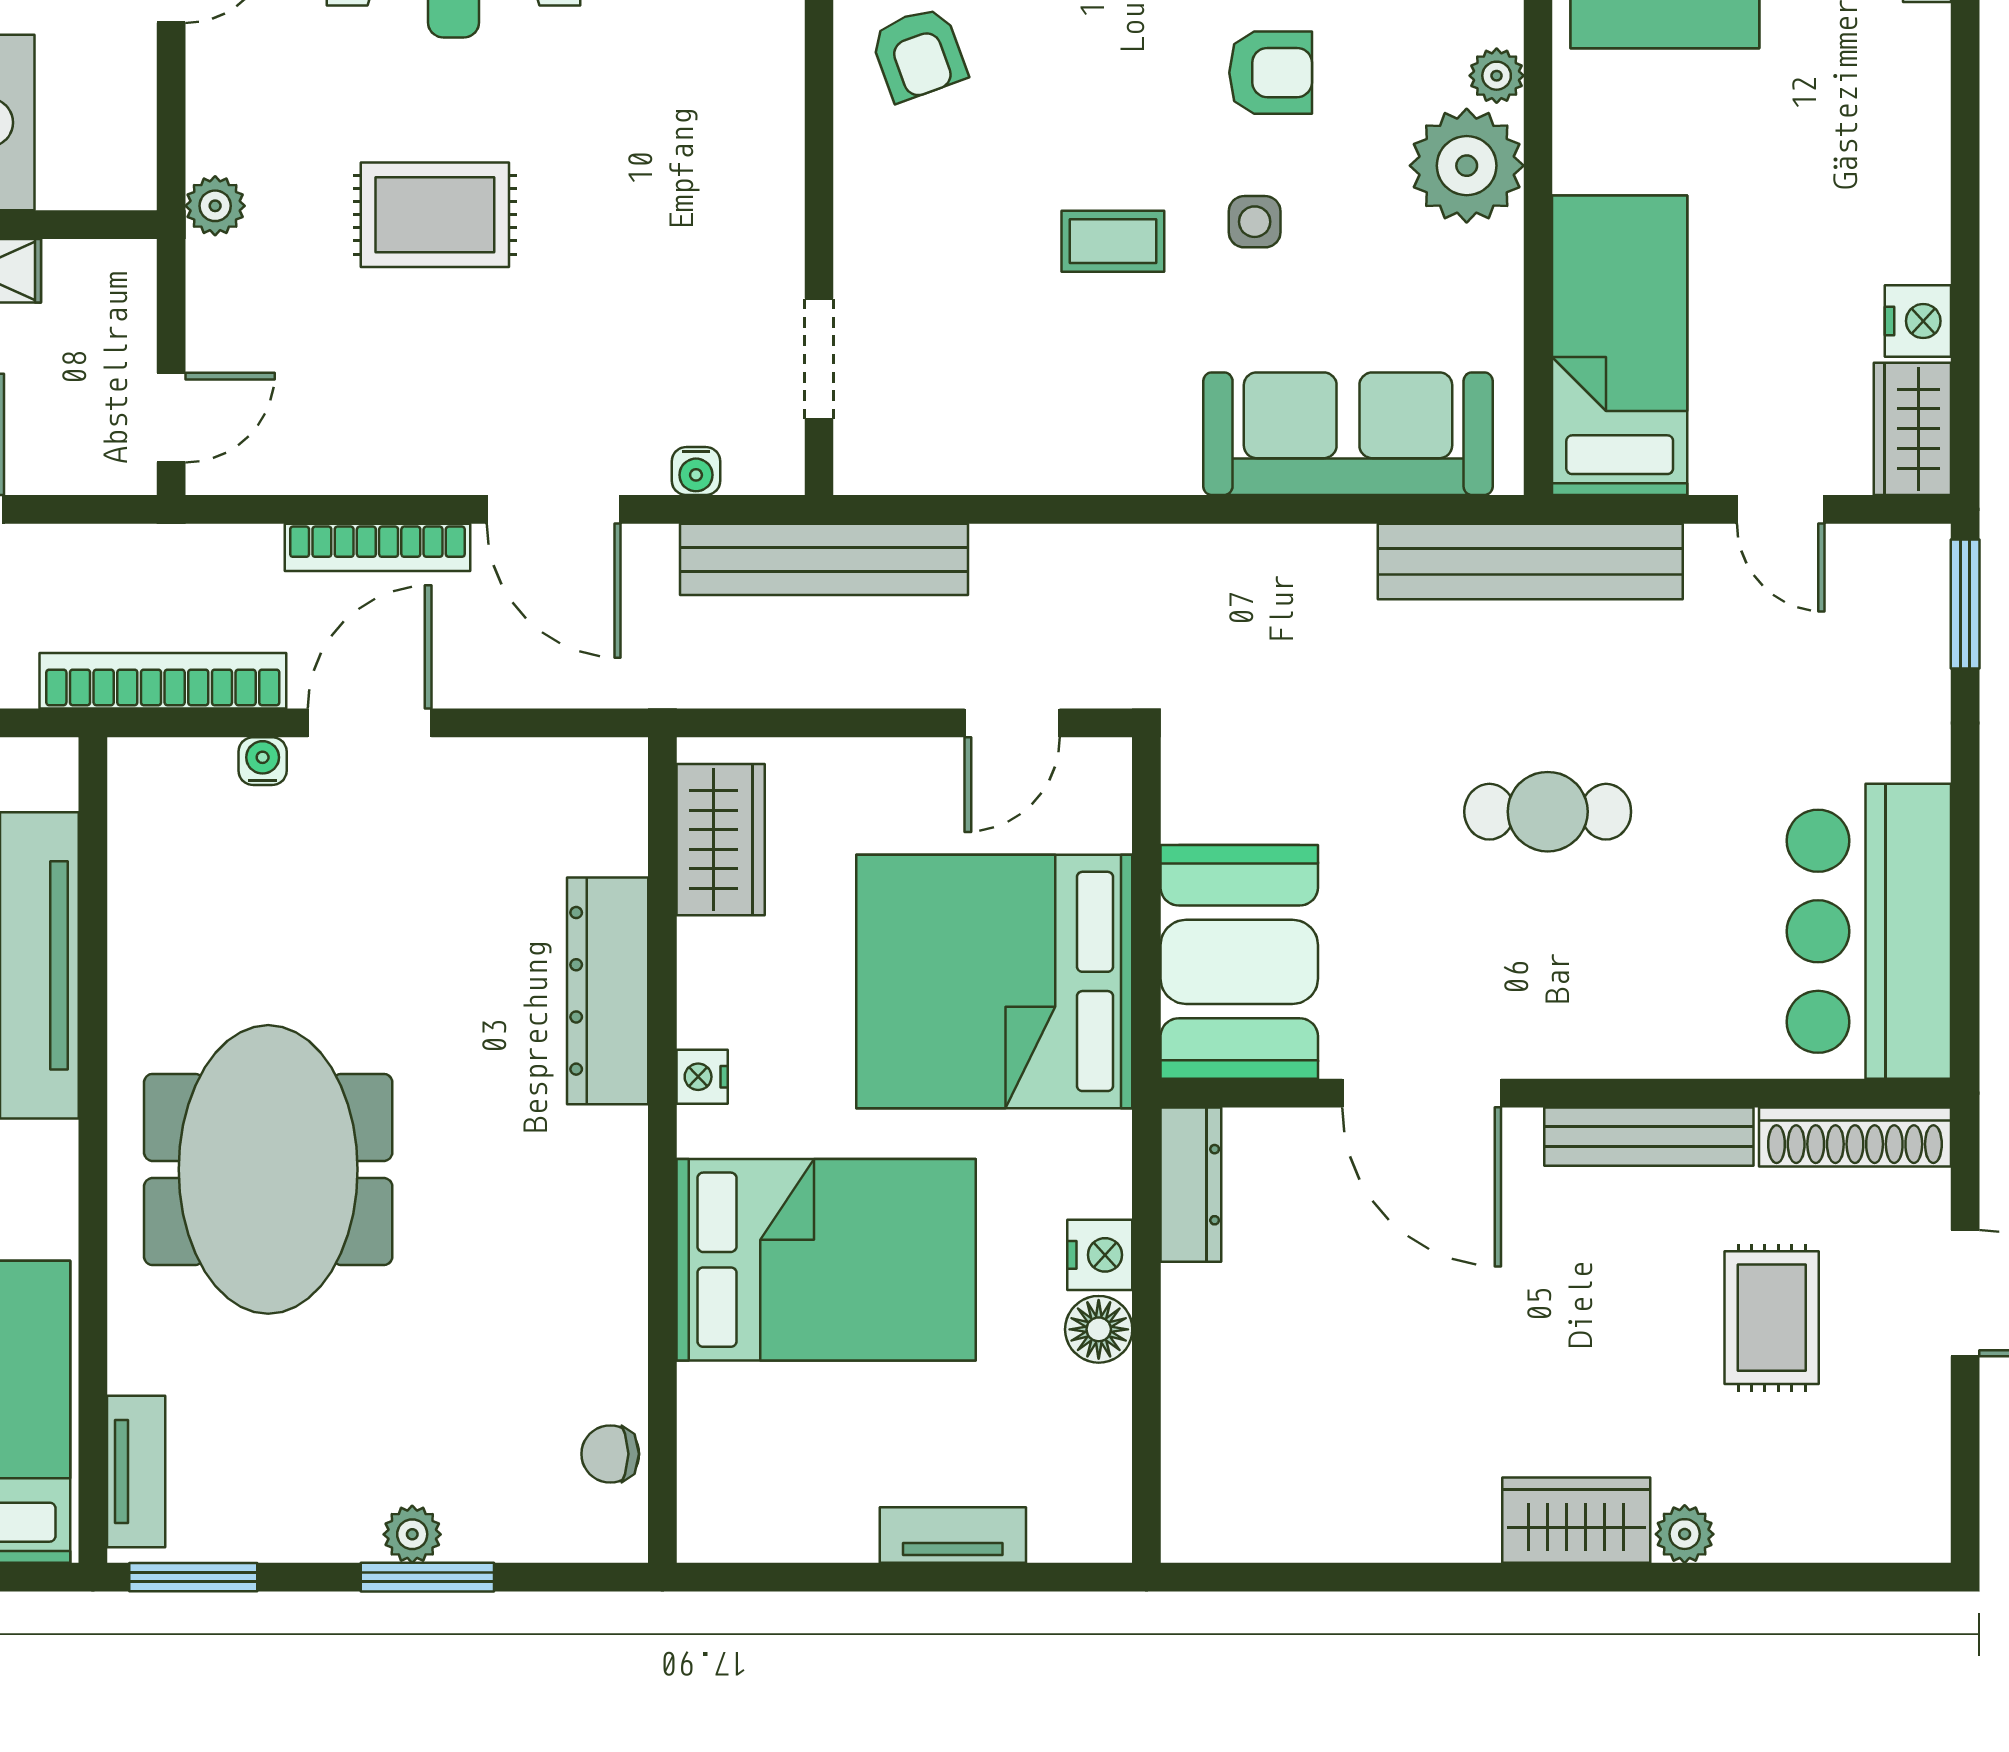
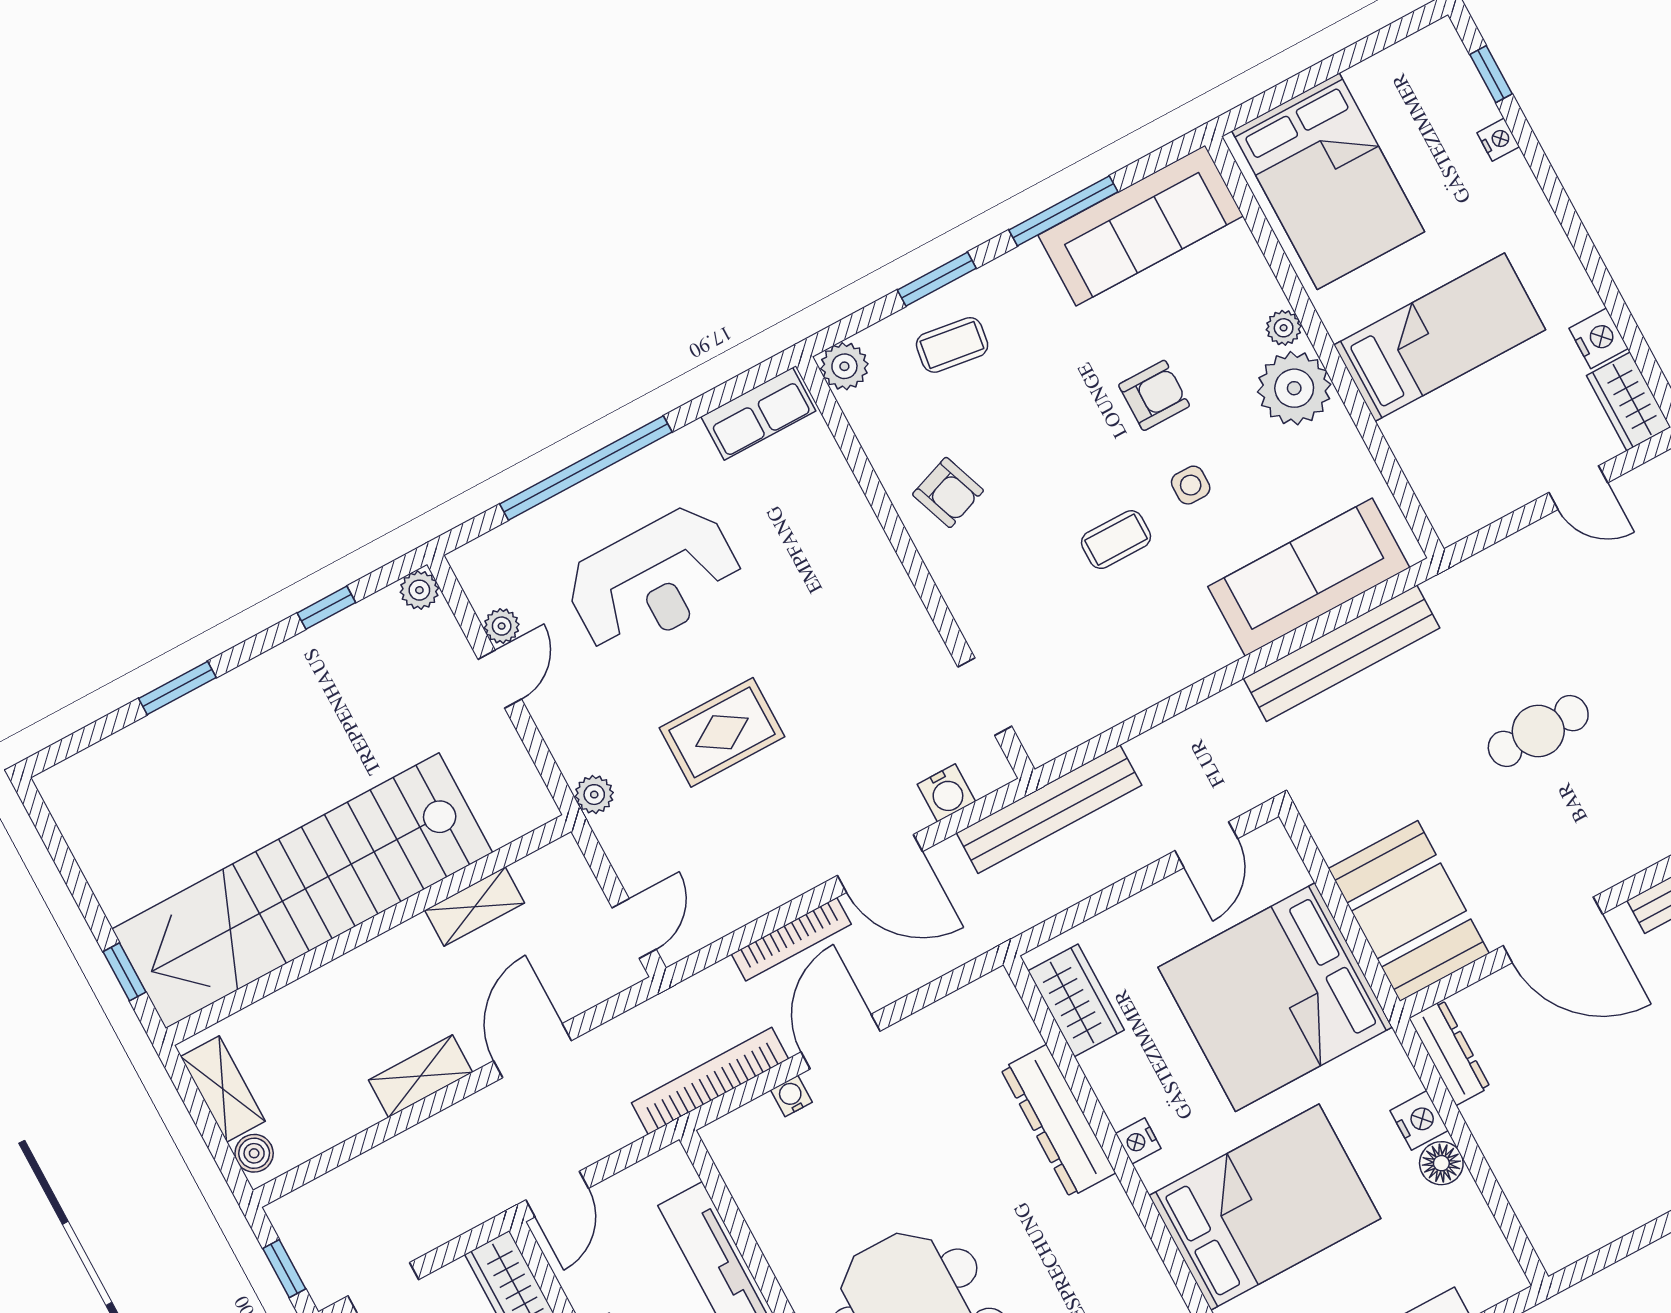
bed: (1620, 345) -> (1440, 337), moved, turned 90
water cooler: (696, 471) -> (946, 793), width x1.38, depth x1.38
bench: (1530, 562) -> (1342, 653), moved

